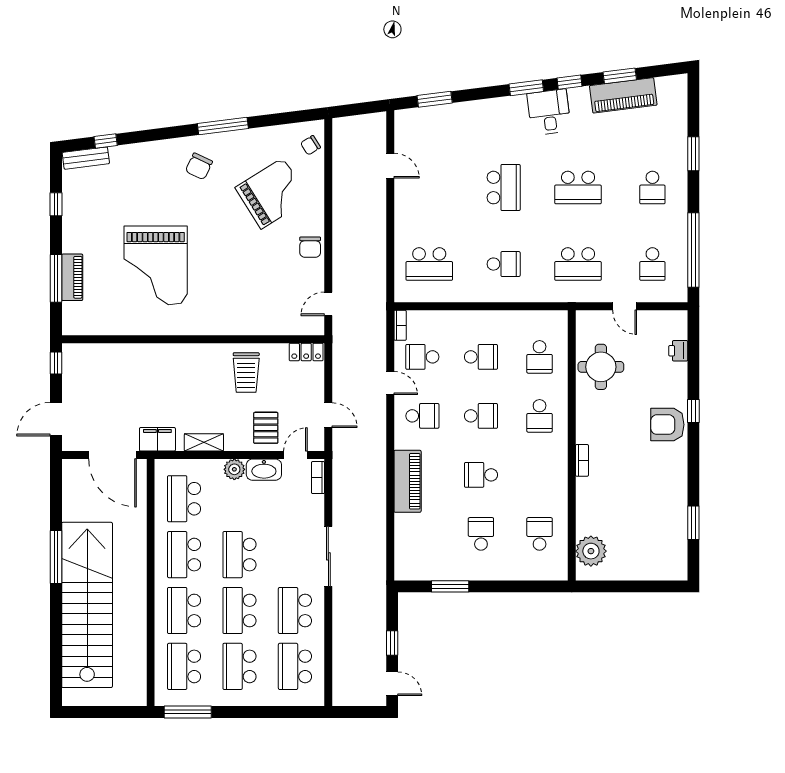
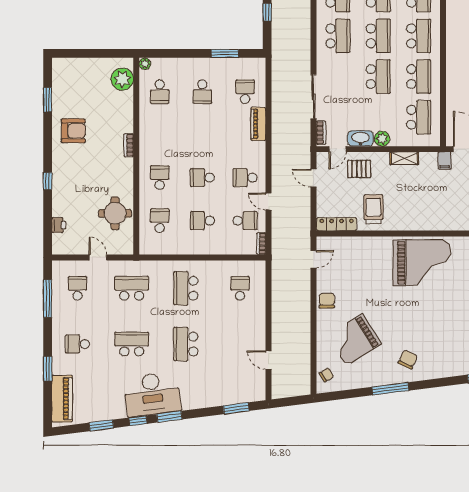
piano: (623, 95) -> (62, 399), moved, turned 97
desk: (549, 112) -> (152, 394), width x1.87, depth x1.30
school desk: (652, 188) -> (77, 344), turned -90
window: (693, 250) -> (48, 298), width x0.68
school desk: (429, 264) -> (240, 288), width x0.54
school desk: (504, 264) -> (186, 288), width x1.85
grand piano: (156, 265) -> (422, 263), moved, turned 90
locker: (306, 352) -> (337, 224), width x1.53
armchair: (667, 425) -> (73, 131), moved
pallet: (266, 428) -> (359, 169), turned 90
filing cabinet: (157, 439) -> (445, 161), width x0.50
school desk: (481, 475) -> (245, 92), moved, turned -90
piano: (408, 481) -> (258, 124), width x0.73, depth x0.75
sliding door: (328, 556) -> (314, 97), moved
plant: (560, 572) -> (145, 64), added

